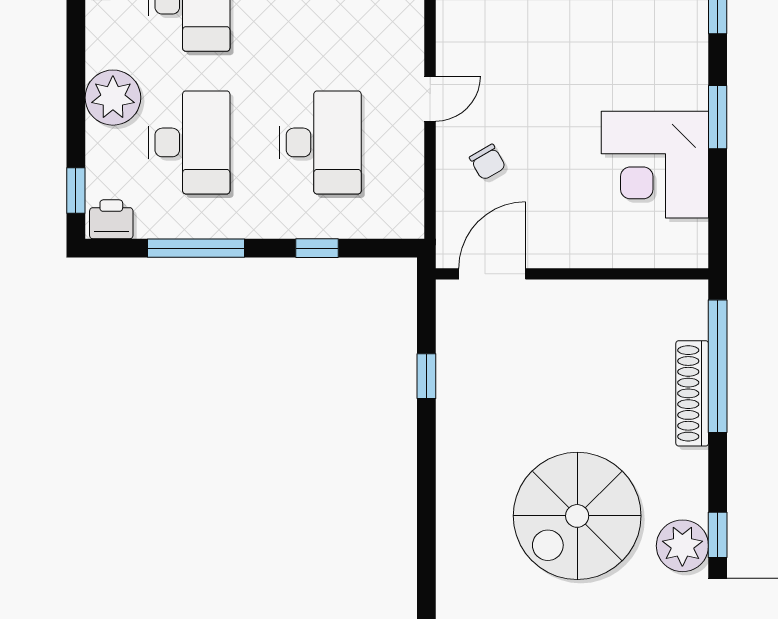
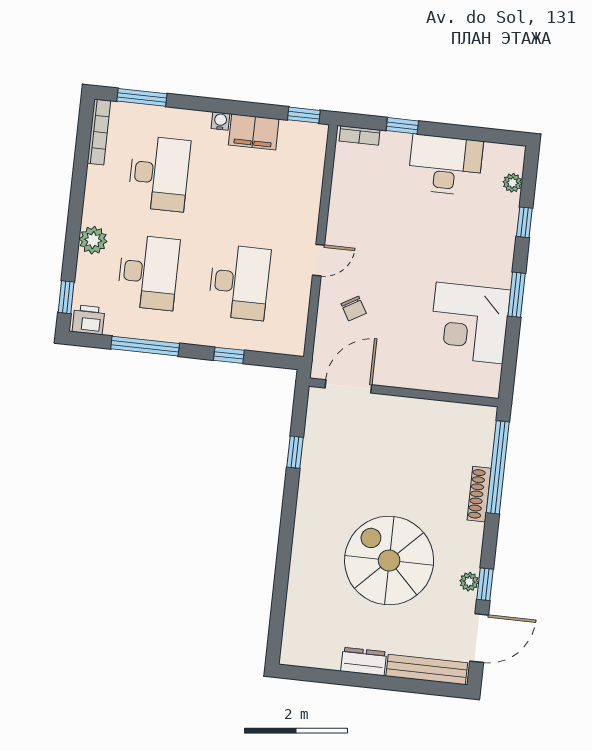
plant: (113, 98) -> (93, 240), width x0.73, depth x0.73
shoe rack: (692, 393) -> (479, 494), width x0.74, depth x0.81
spiral stairs: (577, 516) -> (389, 560), turned 90
plant: (682, 546) -> (469, 582), width x0.53, depth x0.53

